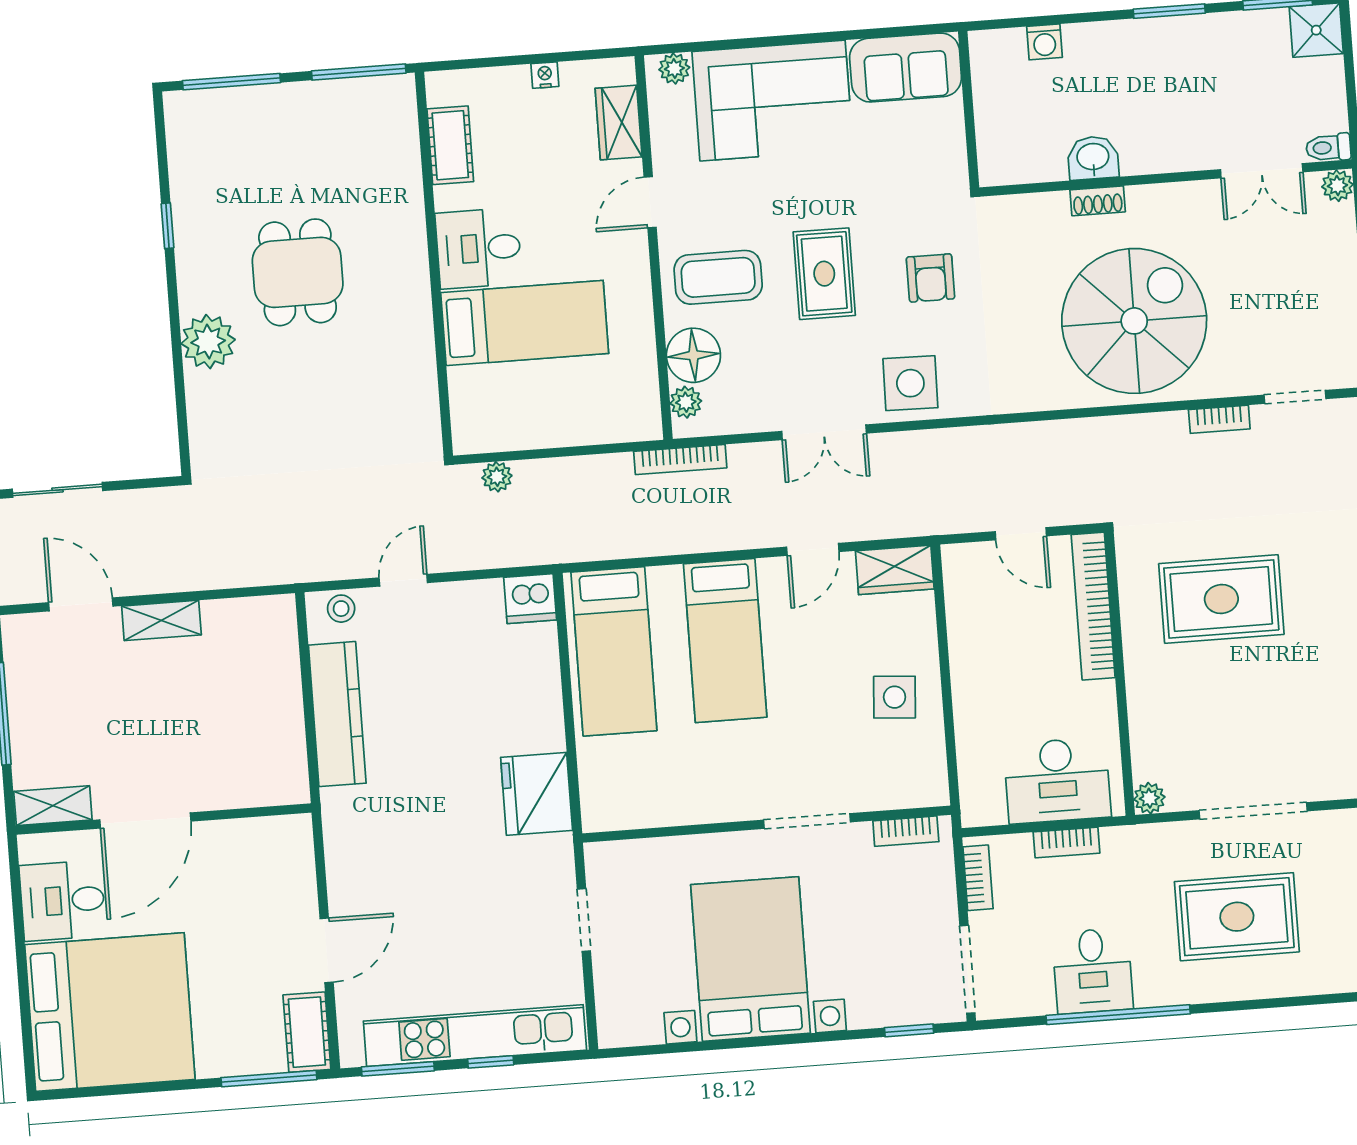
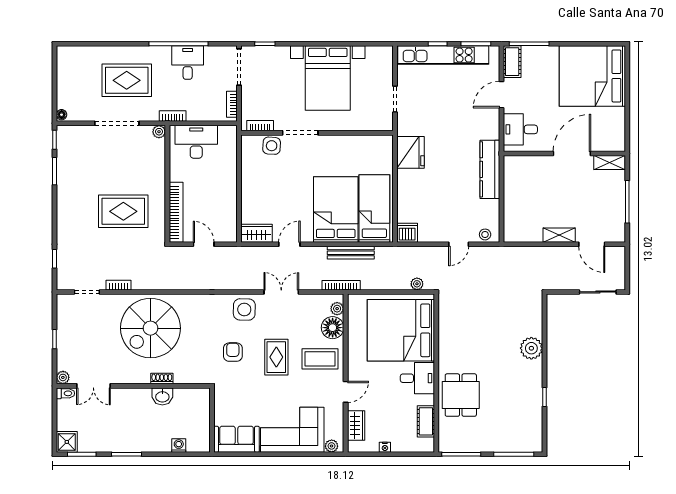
double door: (1262, 171) -> (93, 386), swing flipped
dining table: (298, 272) -> (461, 395), moved
bed: (525, 323) -> (401, 330), width x2.04
bench: (663, 540) -> (351, 253), added
bed: (725, 641) -> (336, 210), width x1.50
side table: (895, 697) -> (272, 146), moved
kitchen counter: (337, 714) -> (490, 169), moved
bookcase: (1067, 843) -> (173, 116), moved
desk: (63, 901) -> (520, 129), moved, turned 180

